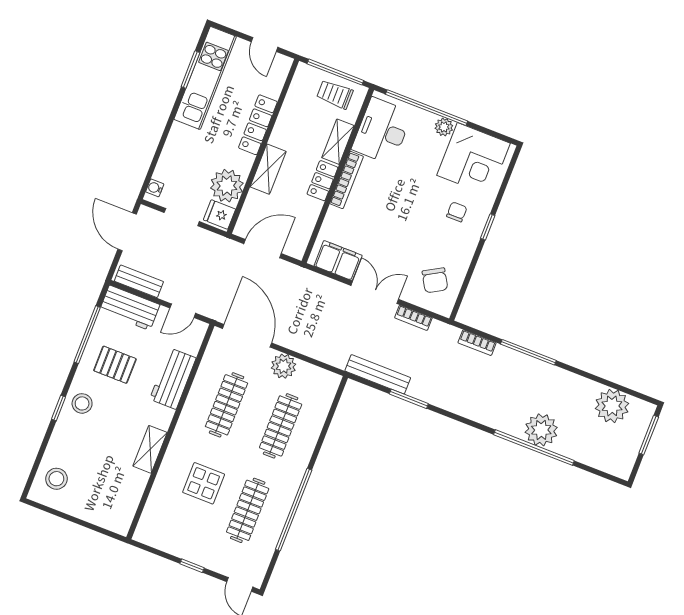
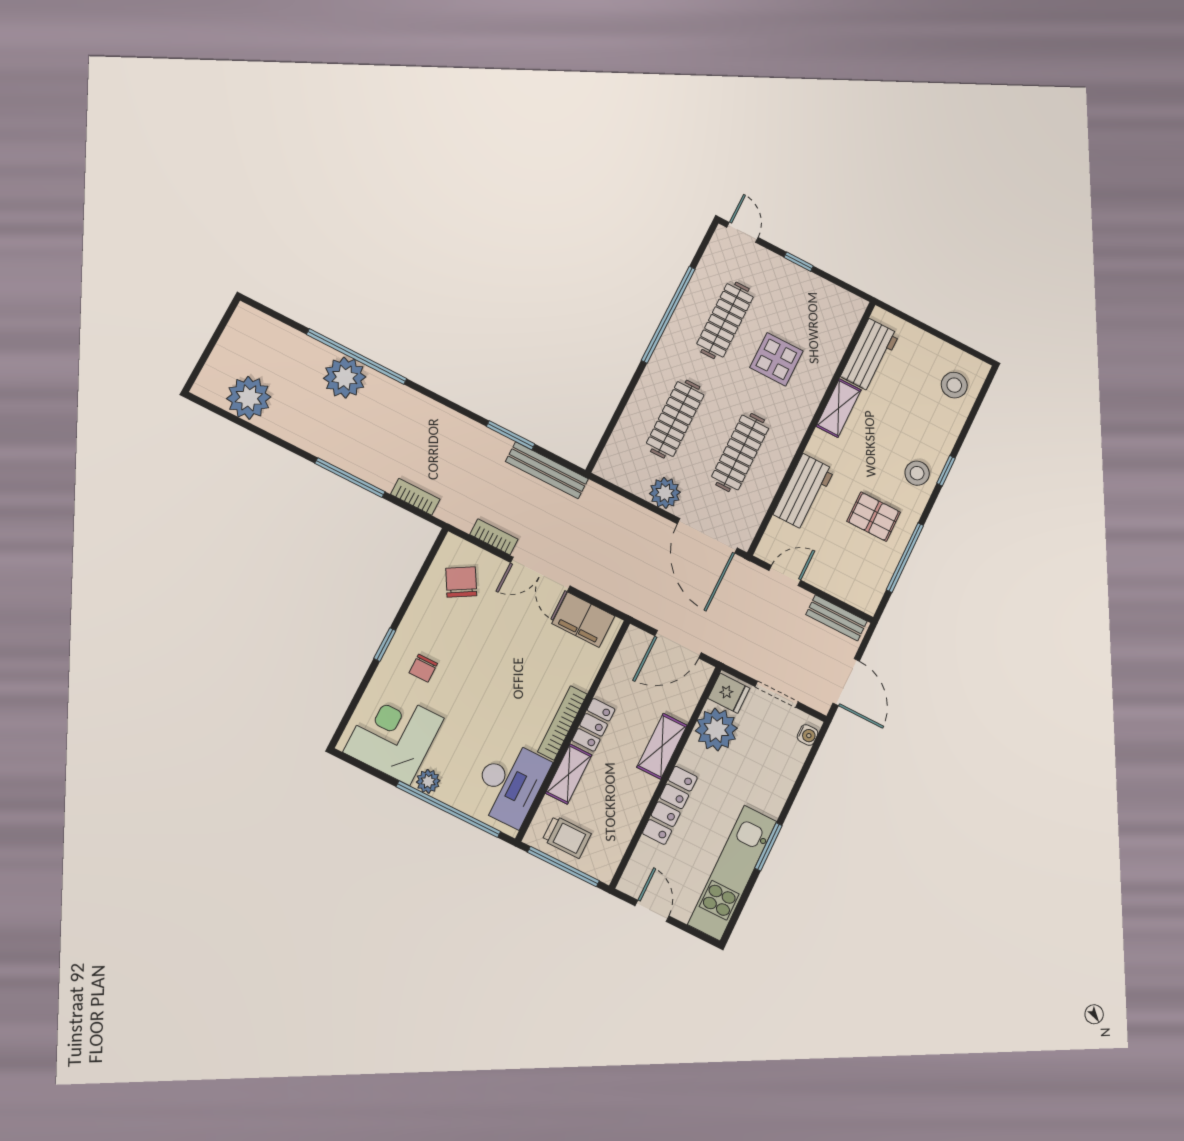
window: (190, 70) -> (768, 847), moved
workbench: (130, 308) -> (870, 355), moved, turned 90
window: (649, 435) -> (205, 356), removed

